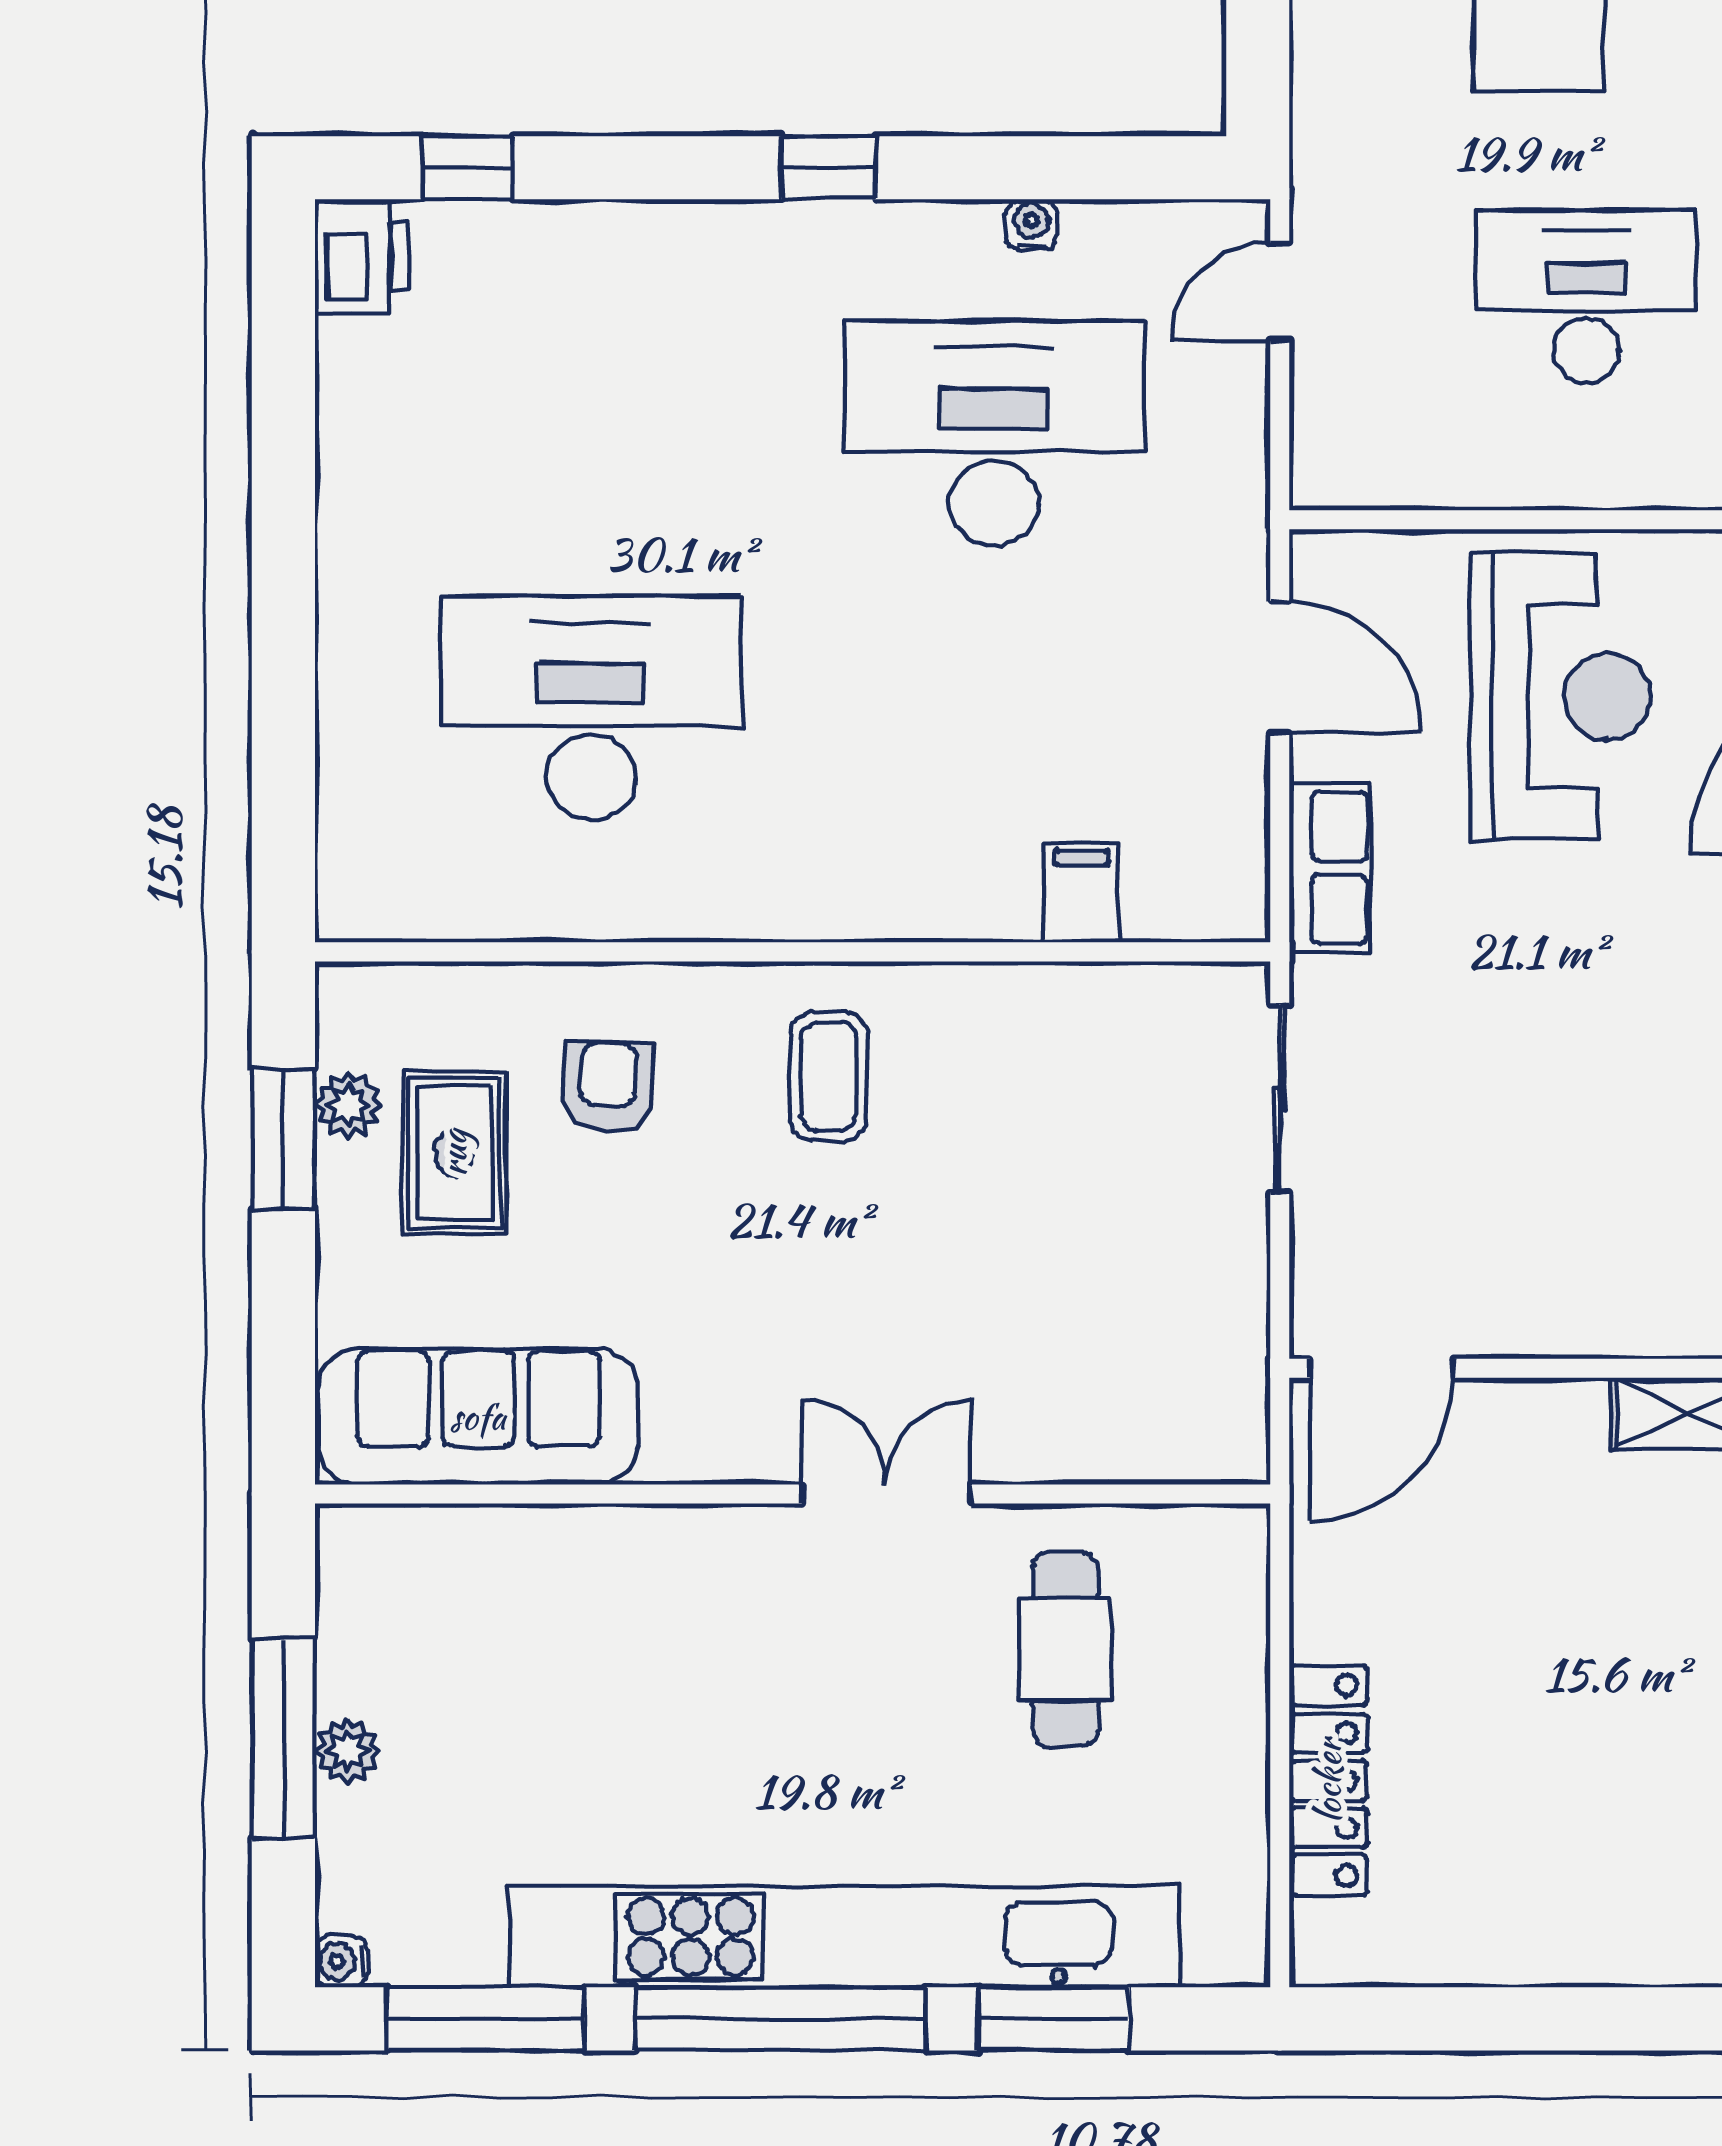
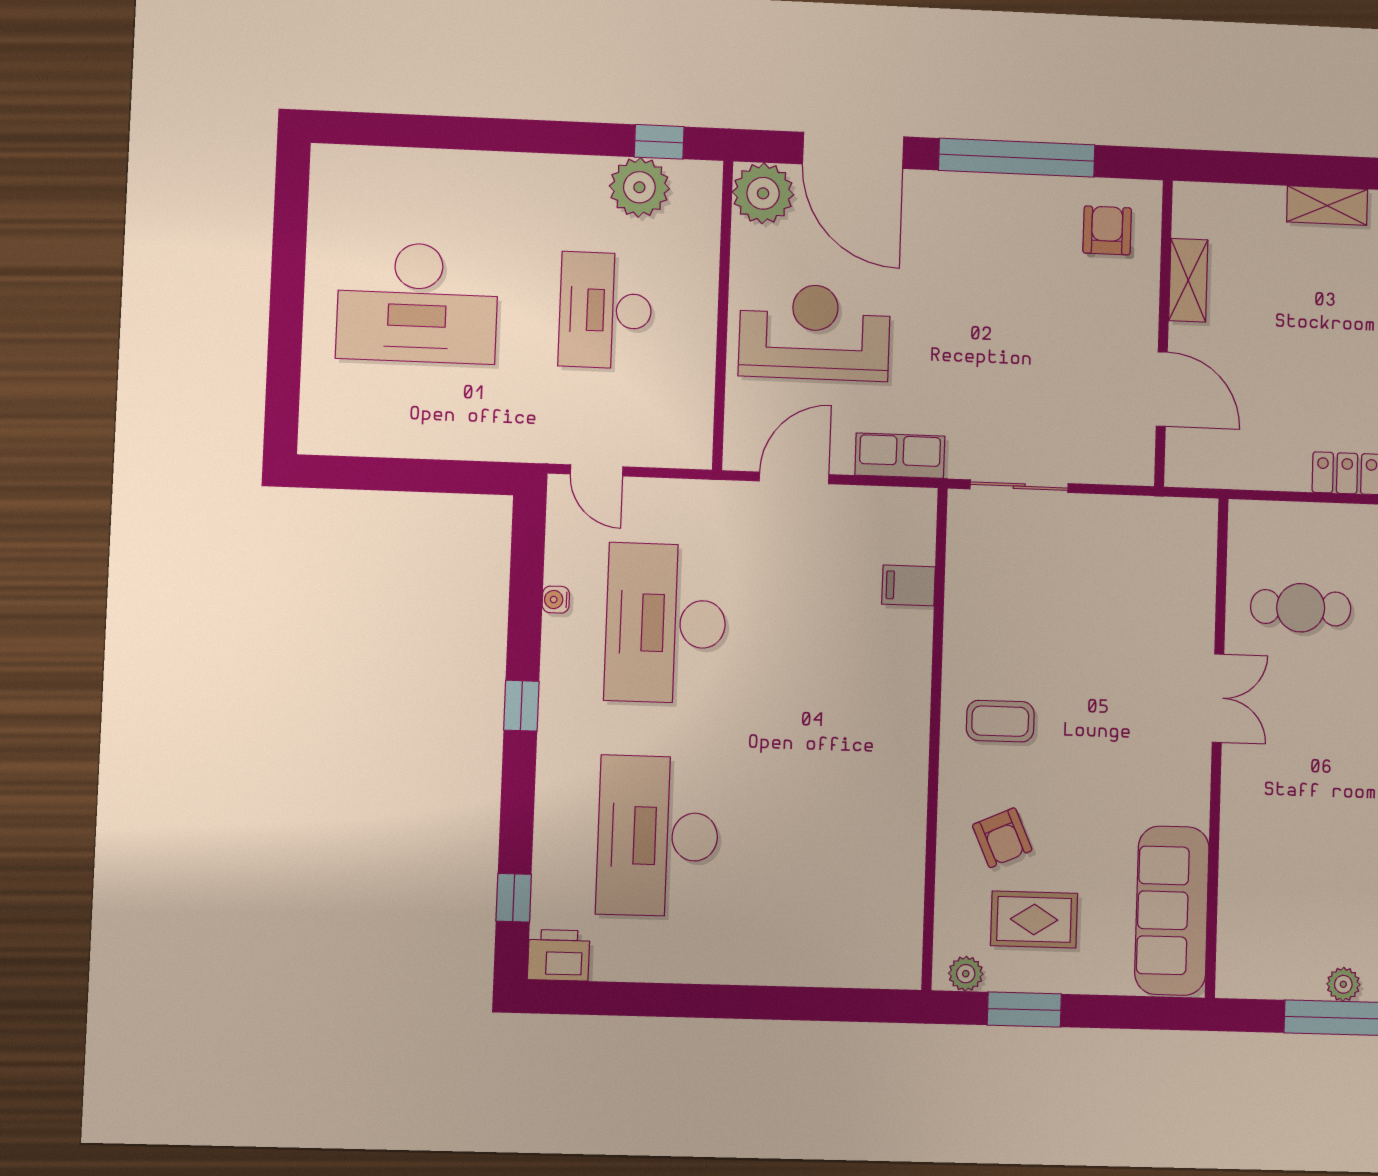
desk: (591, 708) -> (658, 836), moved
armchair: (607, 1087) -> (1002, 838), turned -118
plant: (348, 1105) -> (966, 974), moved
door: (1381, 1368) -> (1162, 389), moved
double door: (886, 1494) -> (1218, 698), swing flipped

